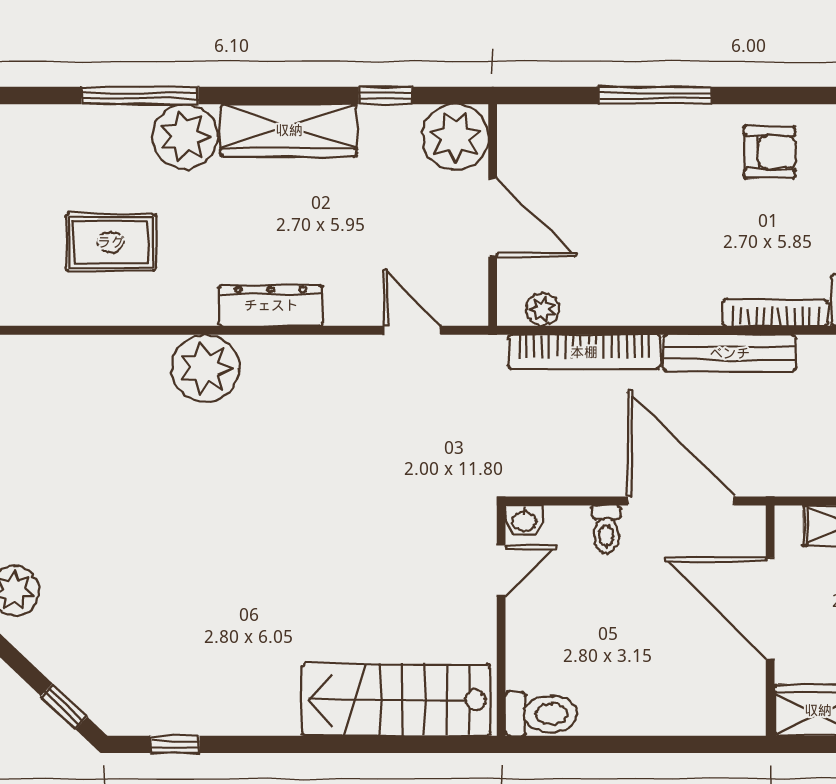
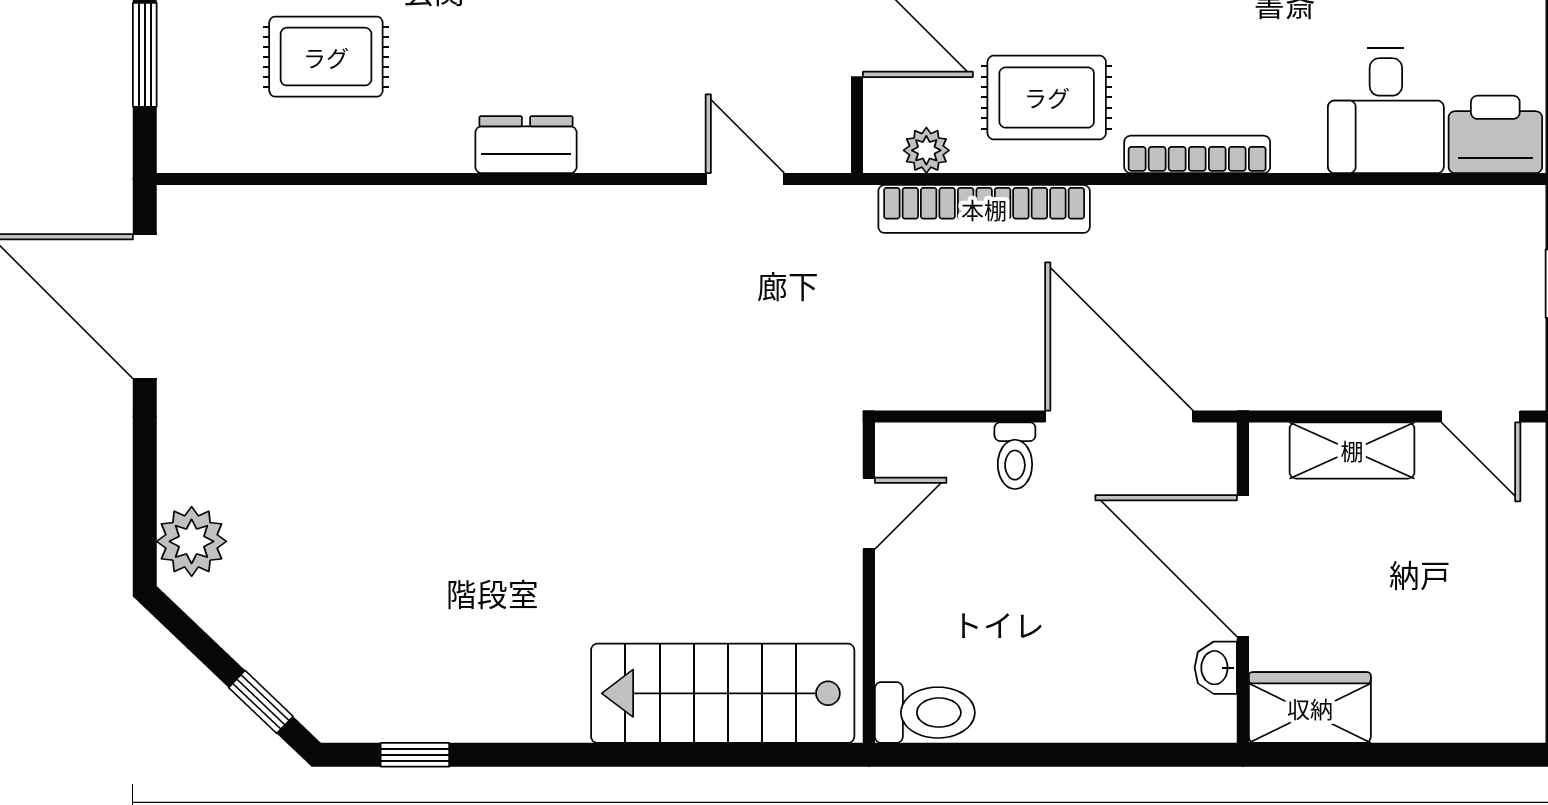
rug: (629, 272) -> (1047, 97), added
dresser: (271, 305) -> (526, 145), width x0.70
bookcase: (775, 313) -> (1197, 154), moved
bench: (730, 353) -> (1187, 211), removed
plant: (205, 368) -> (457, 232), removed
washbasin: (524, 520) -> (1216, 668), moved, turned 90

